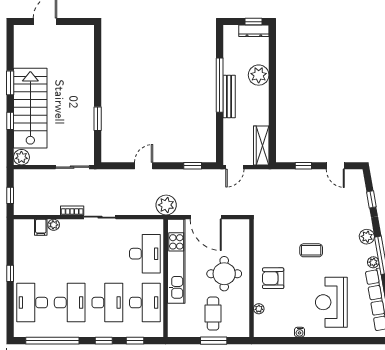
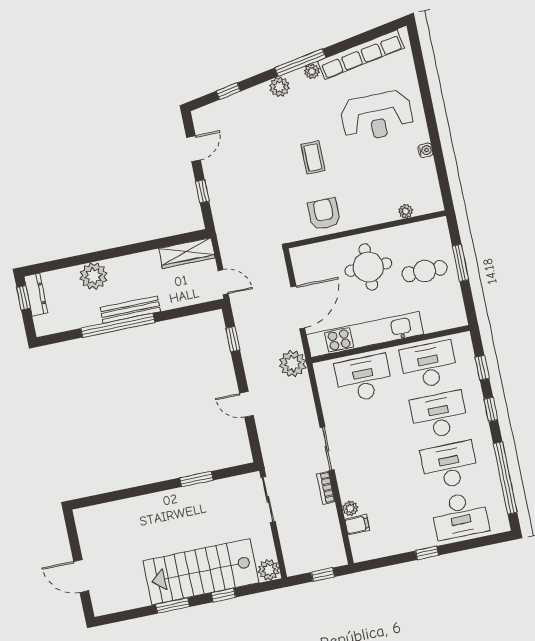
armchair: (273, 278) -> (324, 214), moved, turned 180

